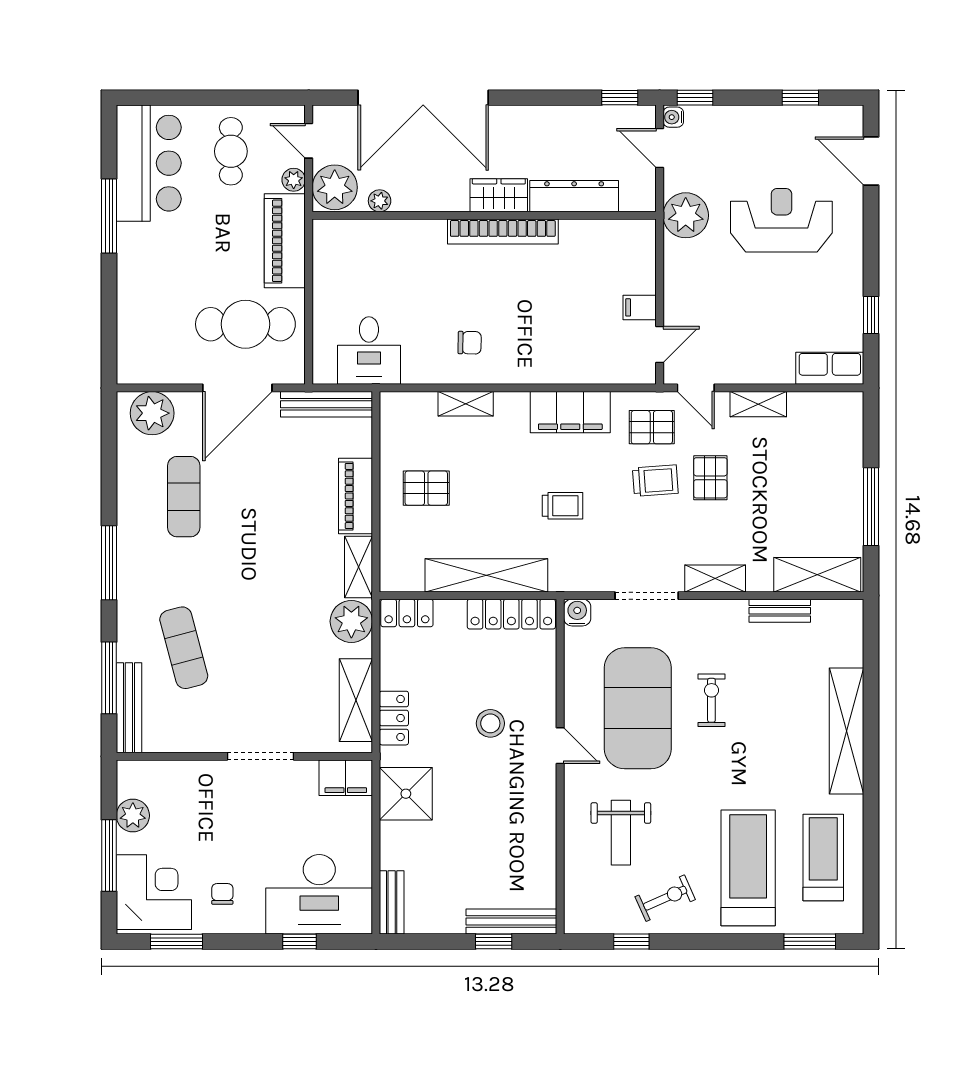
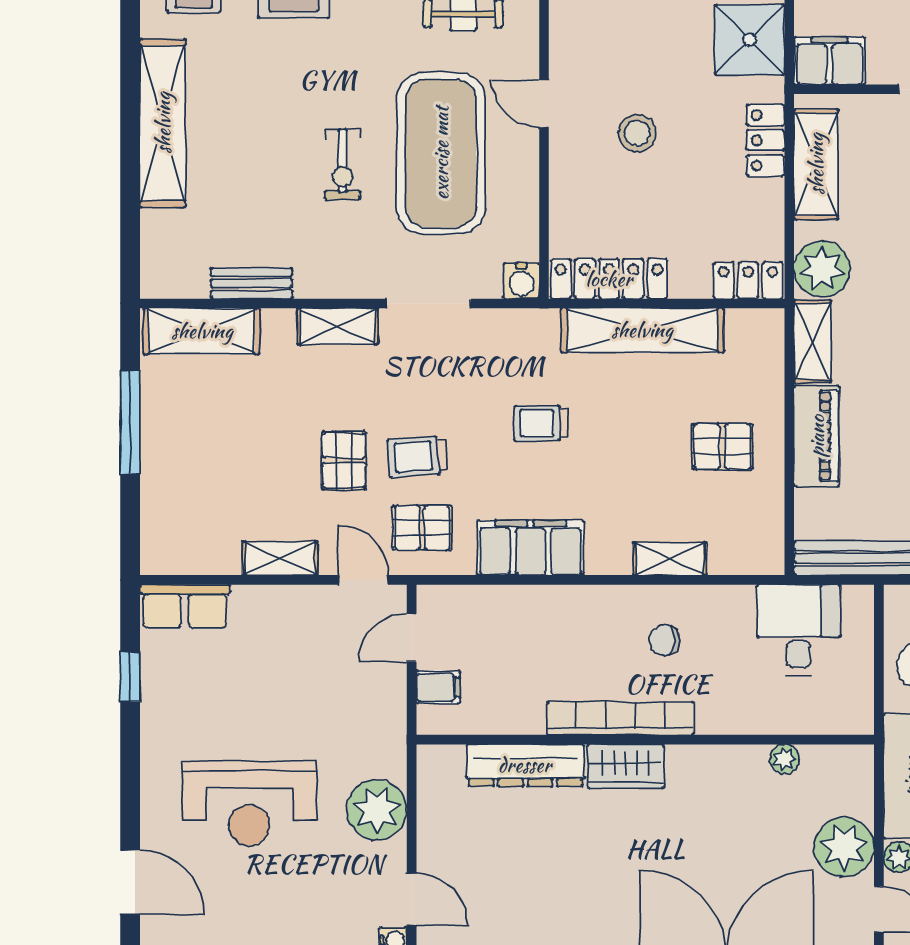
wardrobe: (499, 195) -> (626, 766), moved
dresser: (574, 196) -> (525, 765), moved
plant: (380, 201) -> (785, 759), moved
wall: (484, 215) -> (645, 740), moved
bookcase: (503, 231) -> (620, 718), moved

